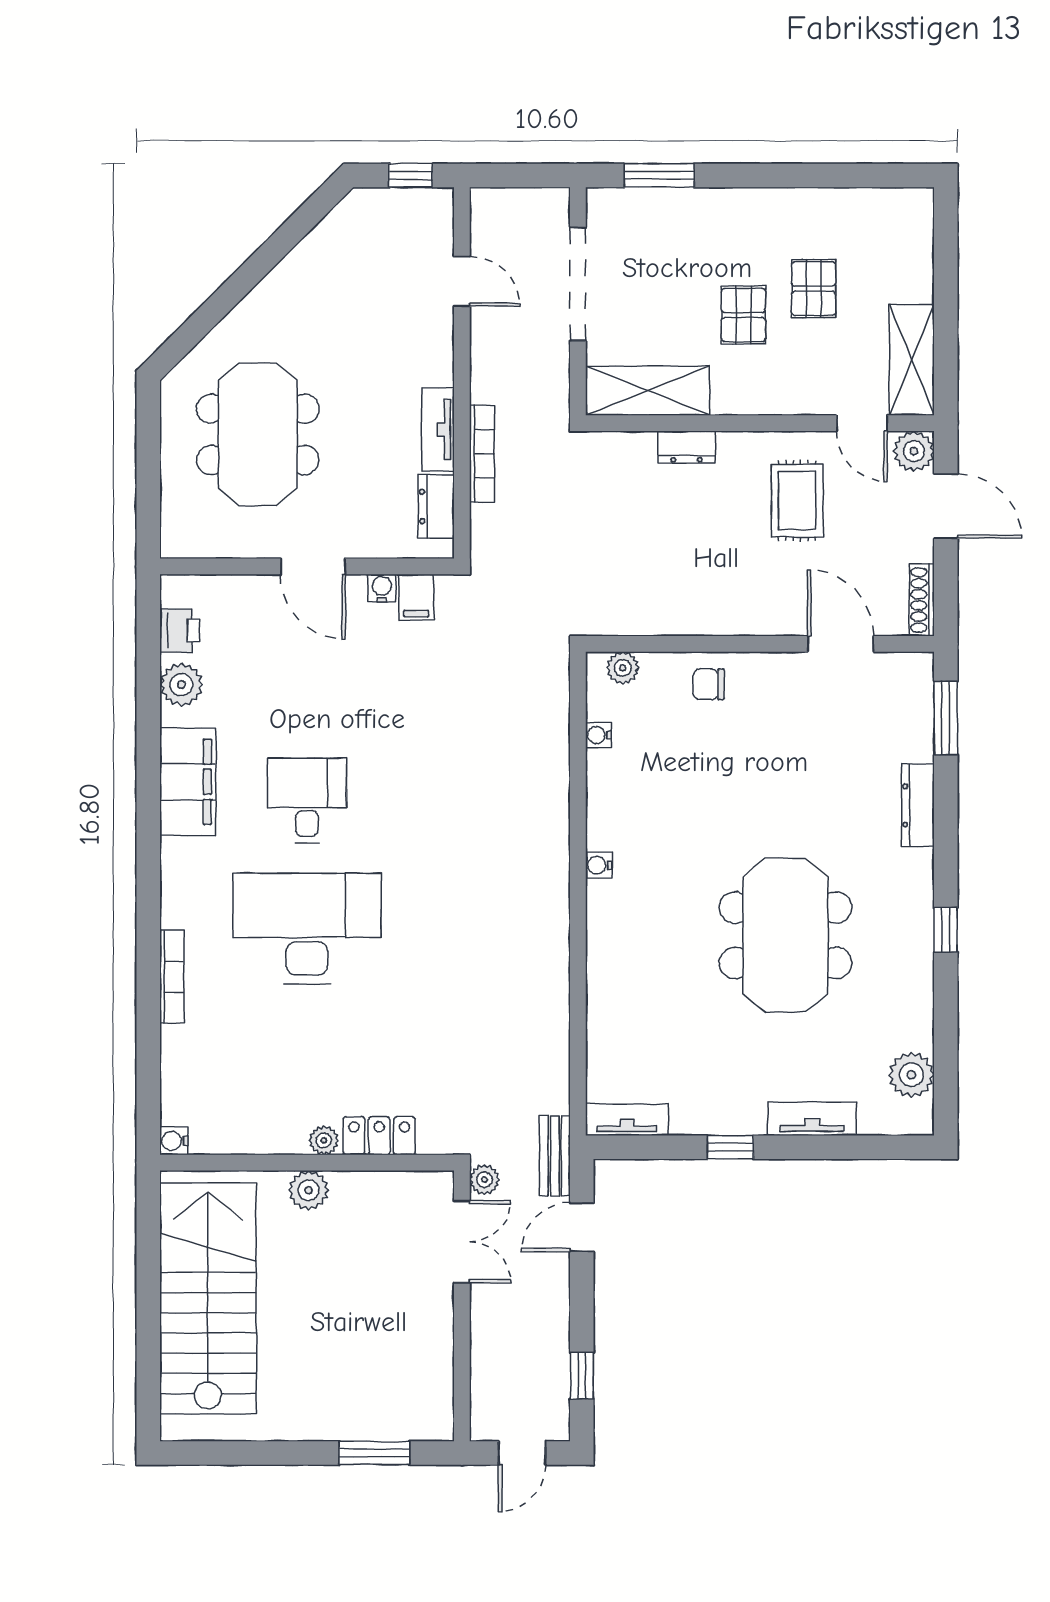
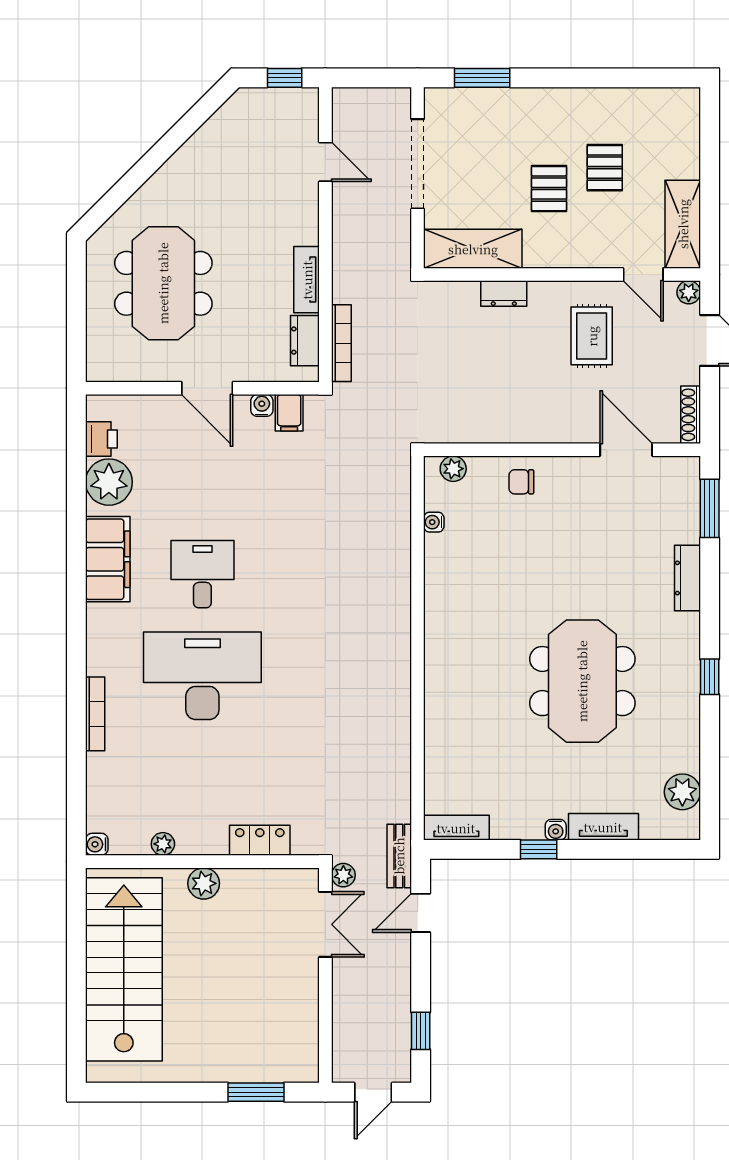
plant: (914, 451) -> (689, 292), width x0.73, depth x0.73
bookcase: (482, 454) -> (341, 343), moved
plant: (181, 685) -> (109, 482), width x1.36, depth x1.36
water cooler: (599, 865) -> (556, 830), moved, turned -90
plant: (324, 1140) -> (163, 844), moved

